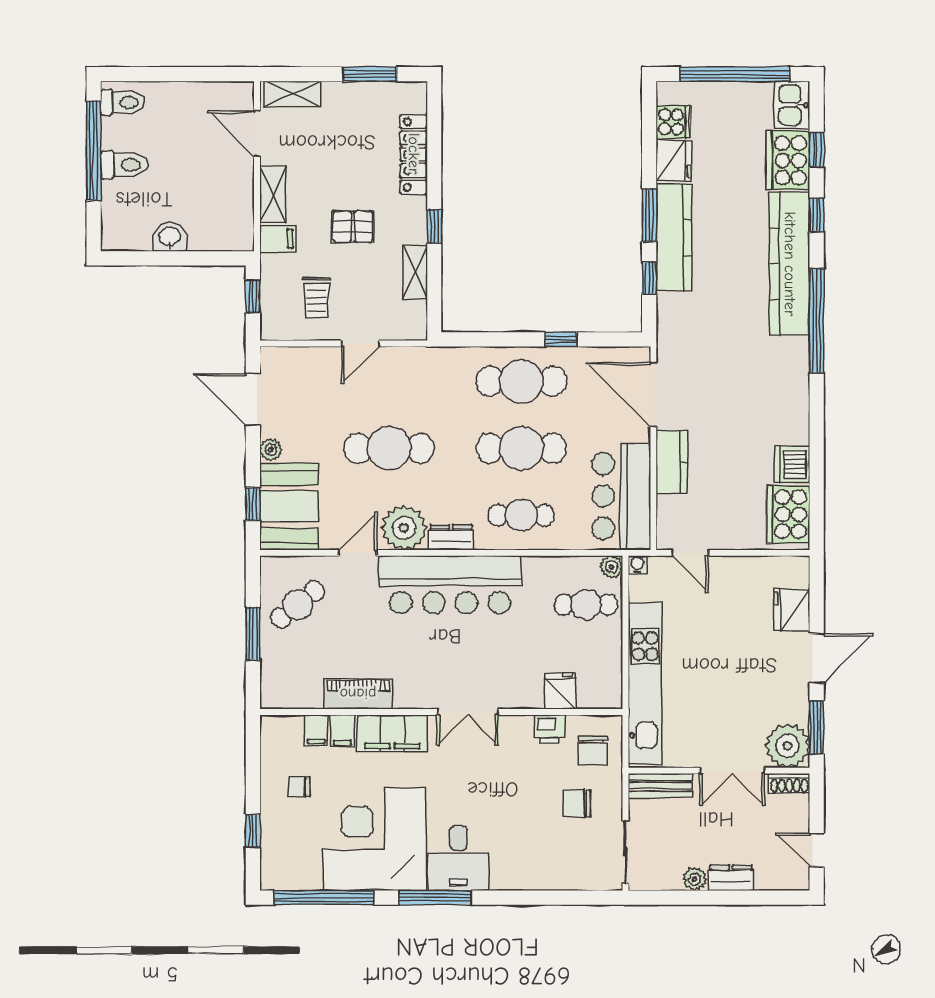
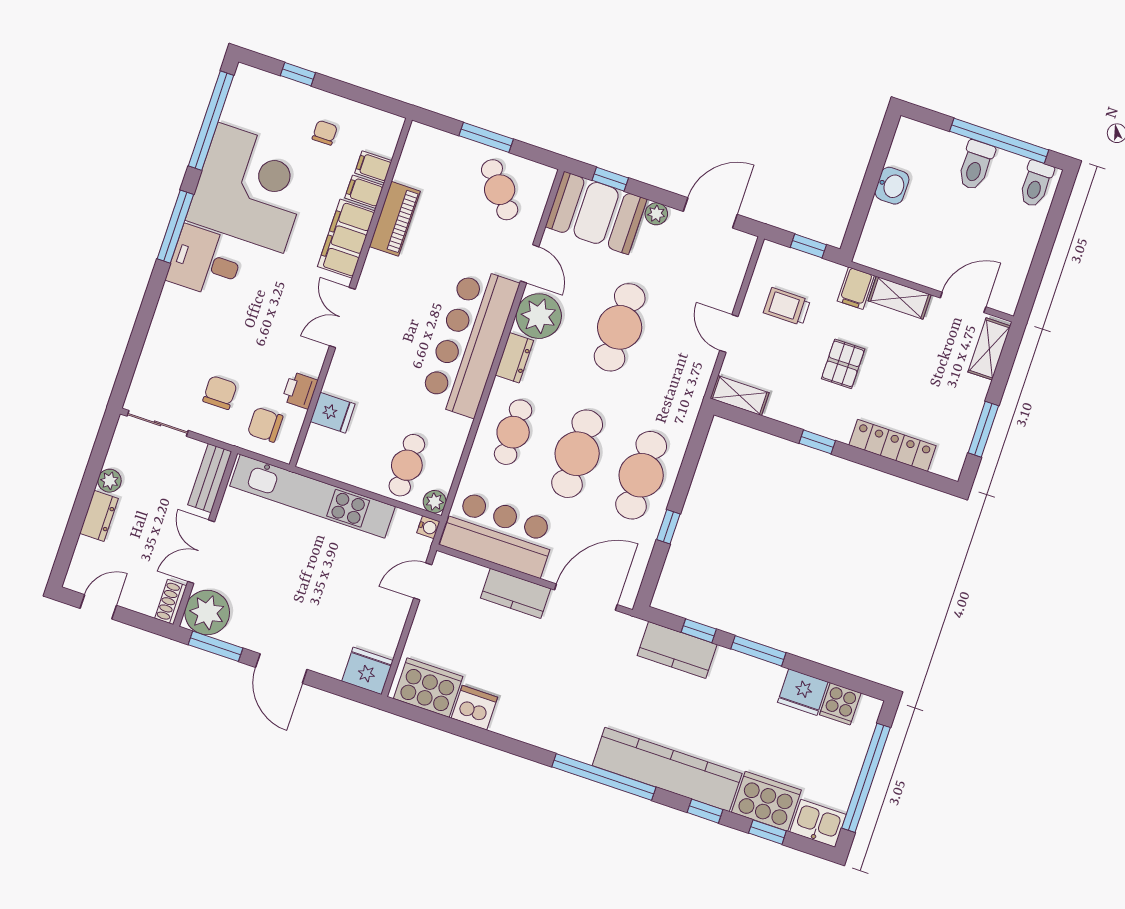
kitchen counter: (674, 237) -> (677, 650), moved, width x0.67
shelving: (415, 272) -> (740, 396), moved
fridge: (792, 610) -> (367, 671), moved

